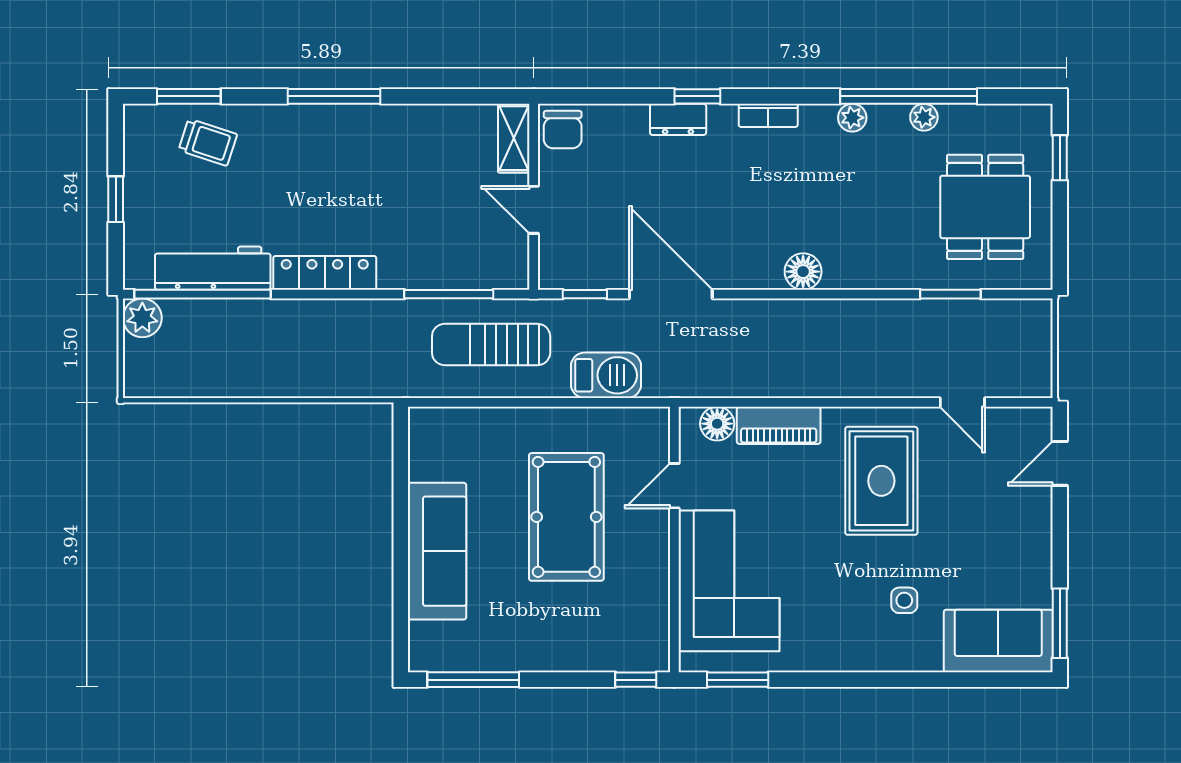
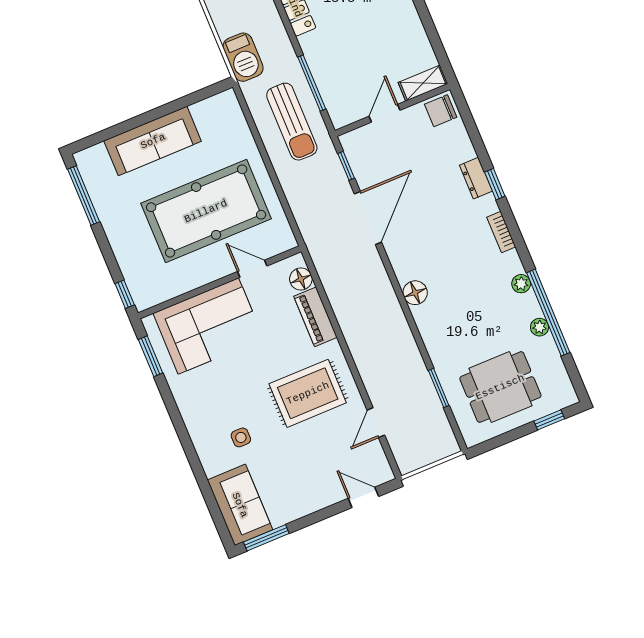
sun lounger: (491, 345) -> (292, 122), turned 180
barbecue: (606, 375) -> (243, 57), moved
pool table: (566, 517) -> (206, 211), width x1.36, depth x1.32

